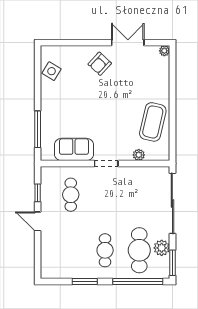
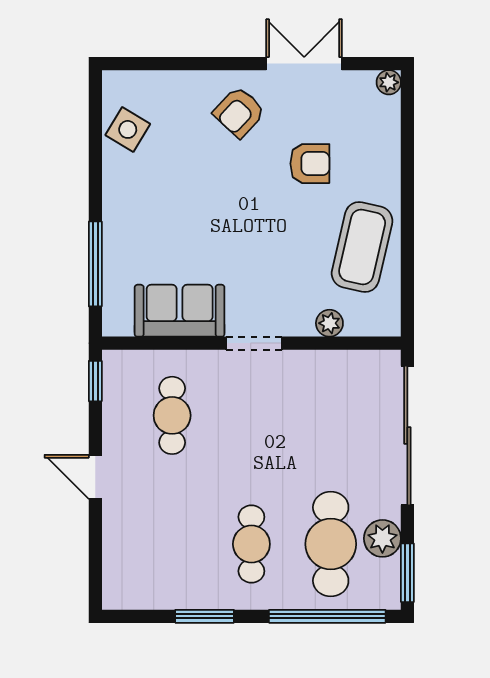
armchair: (130, 86) -> (310, 164), added
window: (38, 193) -> (95, 381), moved

